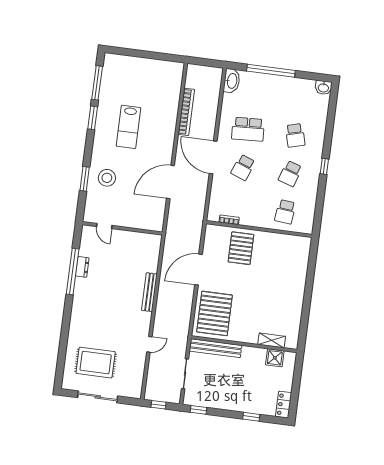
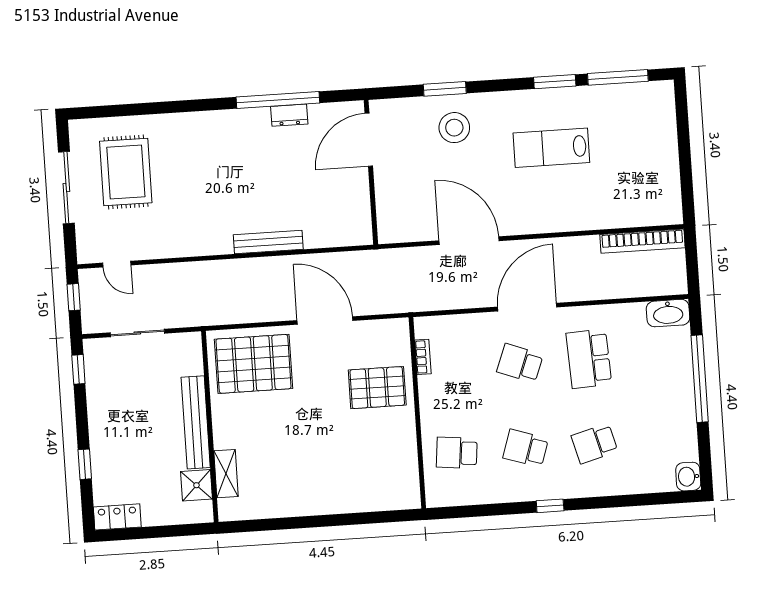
bookcase: (186, 112) -> (642, 241), moved
door: (104, 226) -> (369, 140), width x1.87
door: (149, 344) -> (117, 264), moved
bench: (216, 348) -> (196, 422), moved

